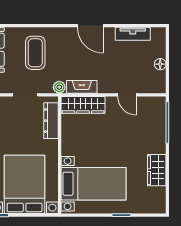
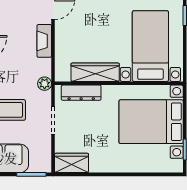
fireplace: (82, 87) -> (44, 41), moved
wardrobe: (83, 105) -> (95, 72), moved, turned -90

